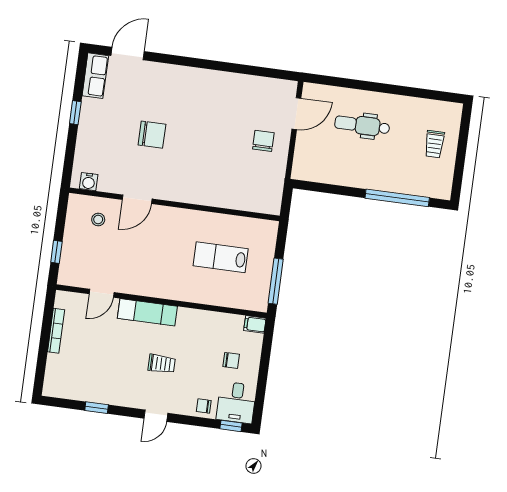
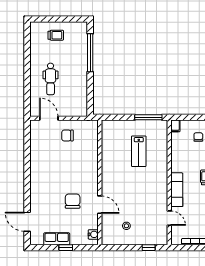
row of seats: (95, 76) -> (57, 239), moved
water cooler: (89, 182) -> (93, 234), moved
door: (137, 199) -> (100, 205), moved
wall: (174, 204) -> (100, 182), moved

